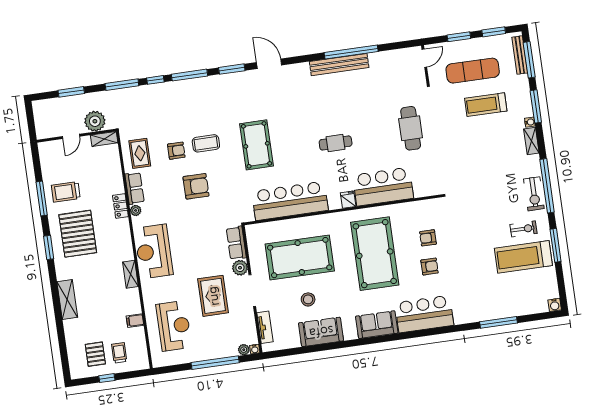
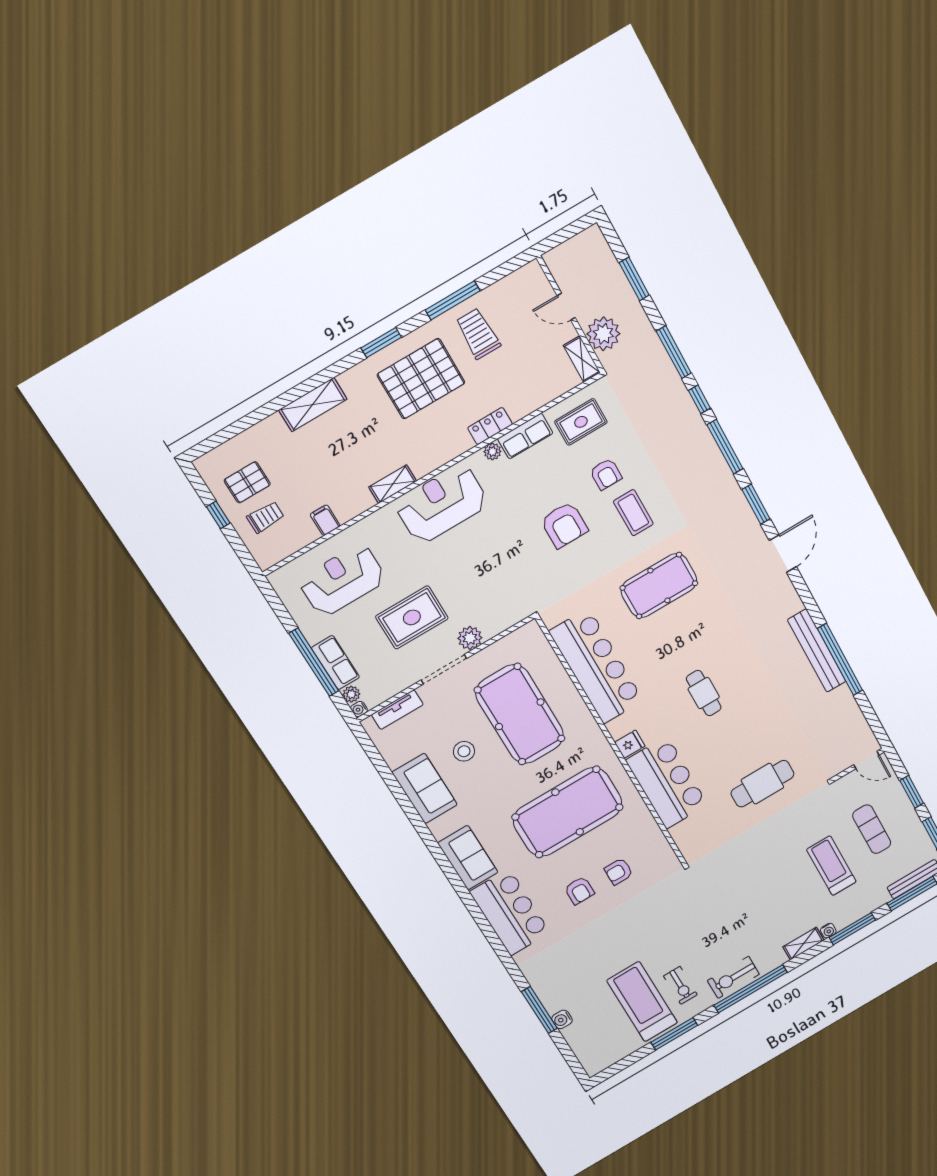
exercise mat: (473, 71) -> (872, 829), width x0.73, depth x0.69
armchair: (428, 238) -> (619, 872), turned -90
row of seats: (236, 243) -> (335, 663), moved, turned 90
water cooler: (555, 305) -> (562, 1019), moved
reception desk: (174, 326) -> (342, 580), turned 180

